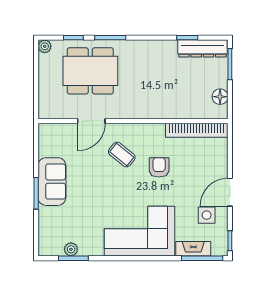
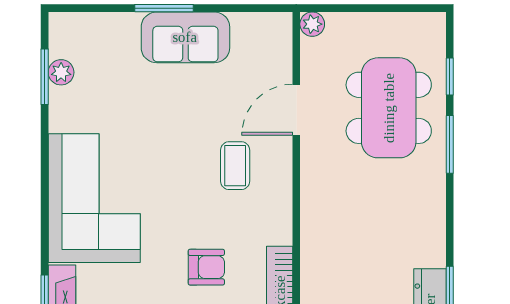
plant: (45, 46) -> (312, 24), moved
door: (91, 121) -> (296, 110), hinge flipped
coffee table: (122, 155) -> (235, 166), turned -39
armchair: (159, 167) -> (206, 267), moved

